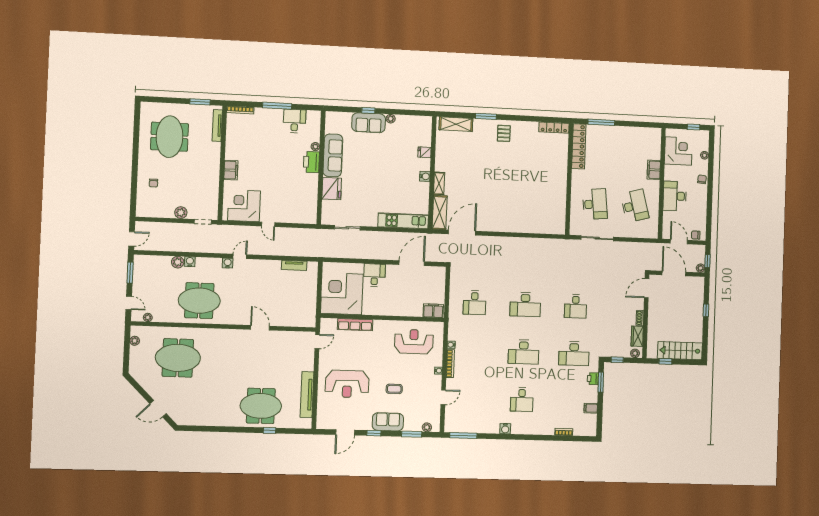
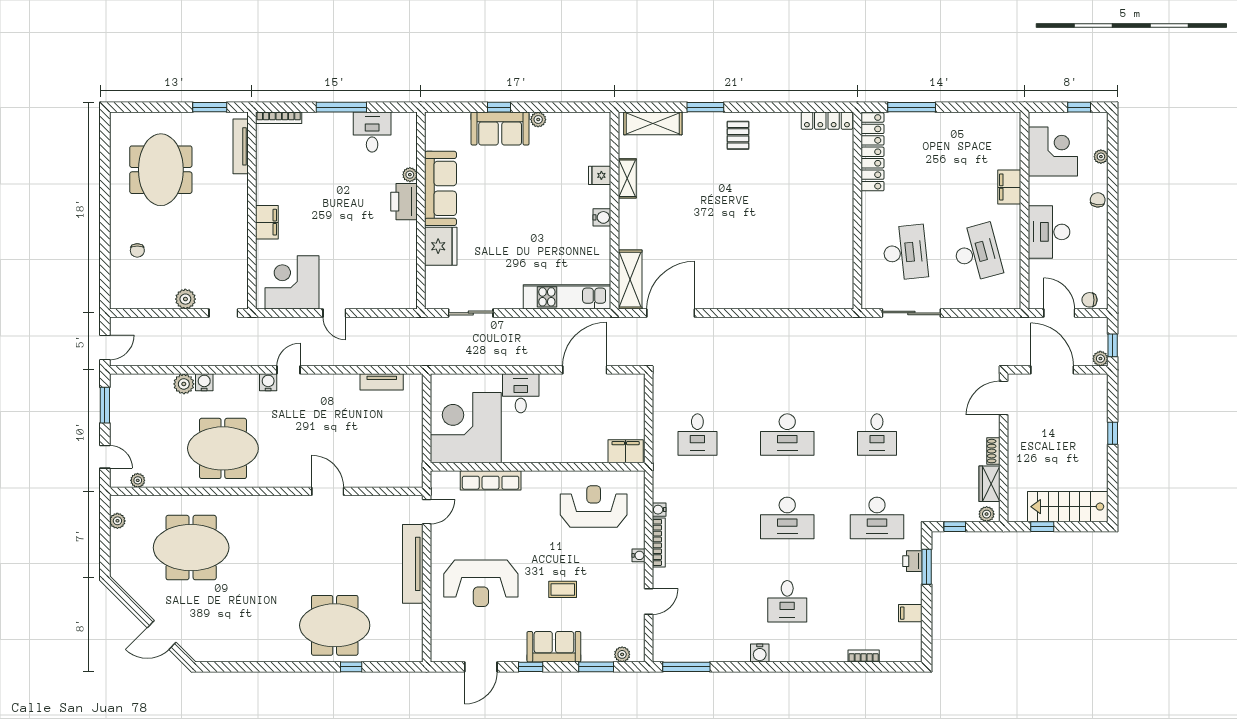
shelving: (439, 183) -> (627, 178), moved
tv unit: (307, 395) -> (413, 564), moved

